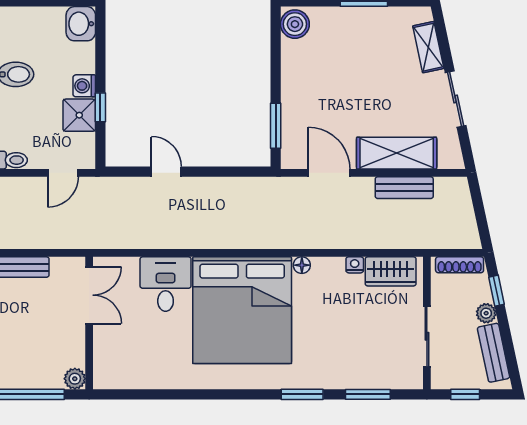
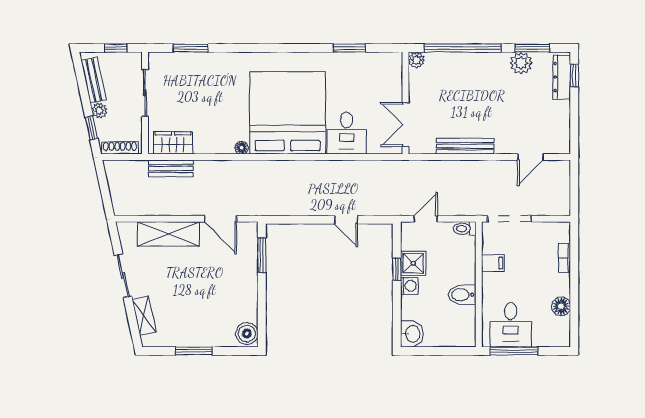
bench: (404, 188) -> (171, 168), moved
nightstand: (355, 265) -> (201, 148), removed
window: (302, 394) -> (349, 48), moved

